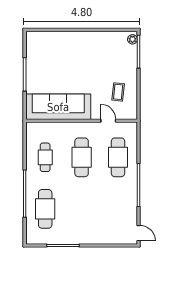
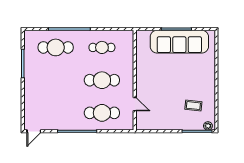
coffee table: (118, 92) -> (193, 106), moved
sofa: (58, 107) -> (179, 42), moved, turned 90
door: (108, 121) -> (135, 104), hinge flipped

